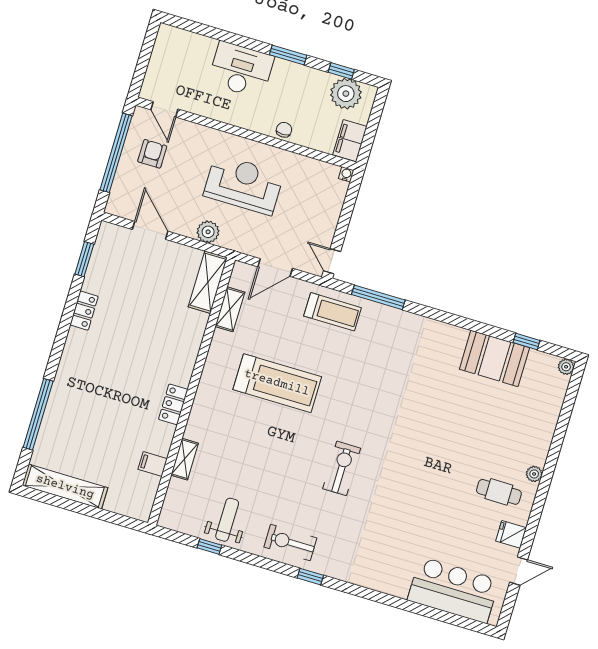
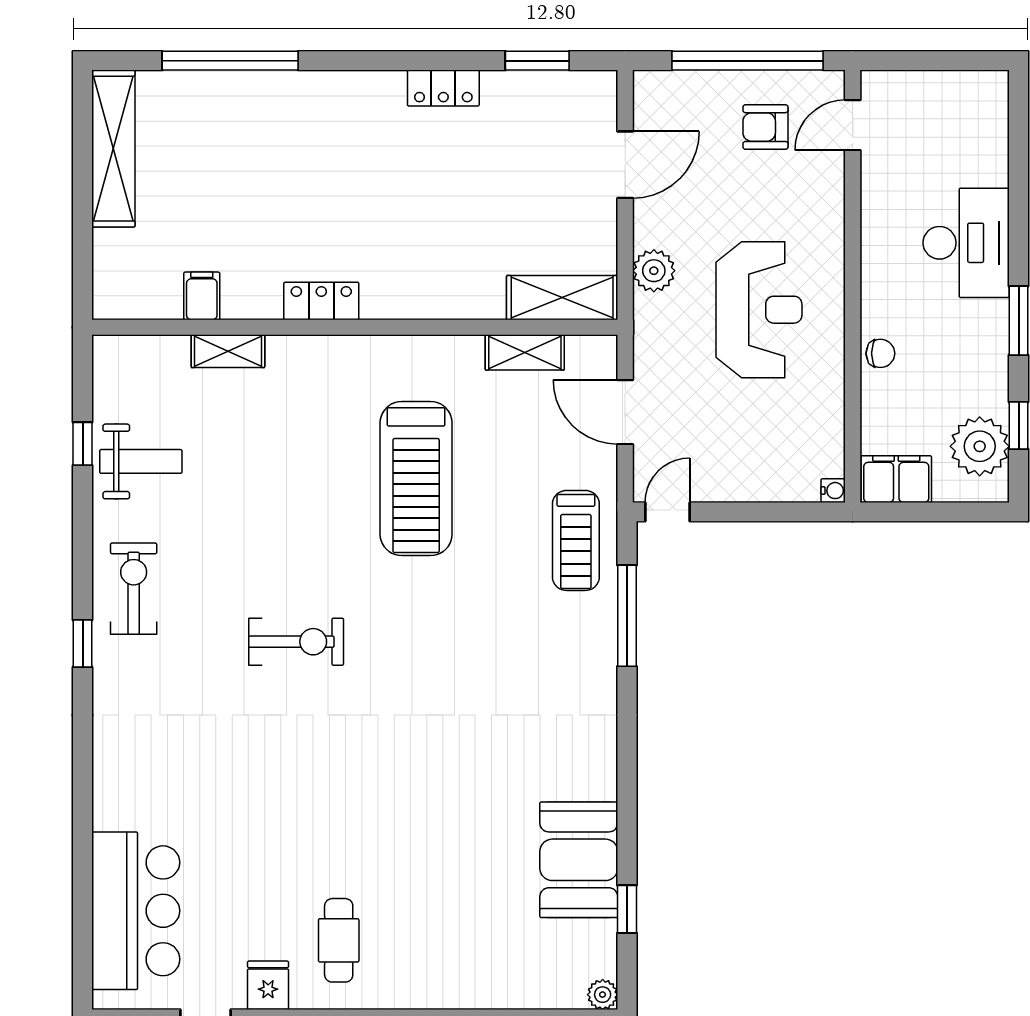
armchair: (152, 154) -> (765, 127), turned 180
plant: (534, 474) -> (390, 995), removed

